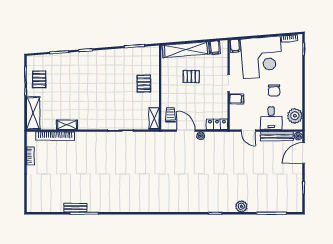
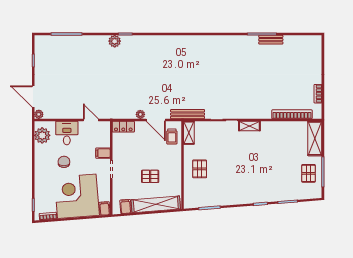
shelving: (67, 125) -> (249, 126), moved
bench: (277, 136) -> (188, 114), moved
door: (304, 153) -> (33, 97), swing flipped
plant: (241, 206) -> (115, 41), moved

